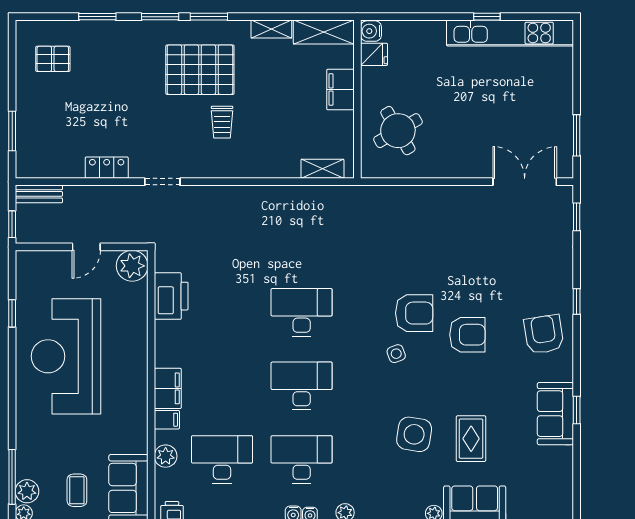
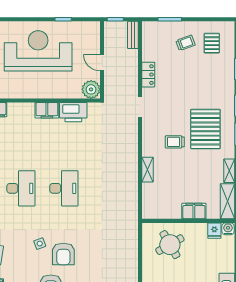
trolley: (52, 104) -> (185, 43), added
shelving: (322, 169) -> (148, 170), moved
filing cabinet: (168, 388) -> (47, 110), moved

